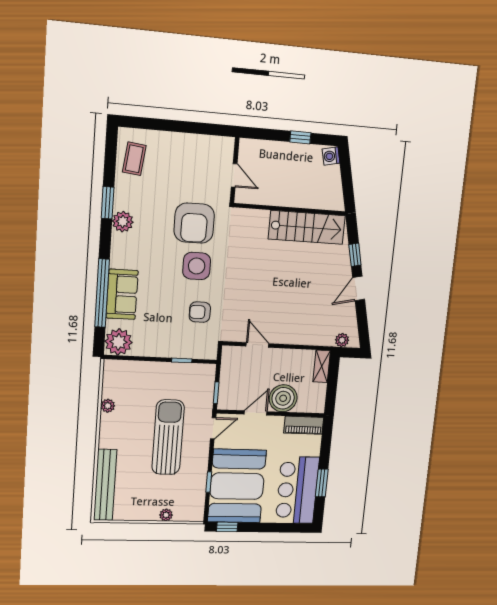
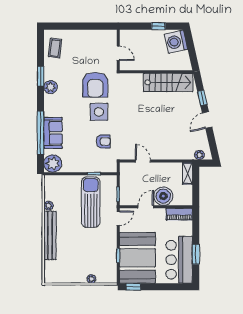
washing machine: (331, 156) -> (176, 42), width x1.89, depth x1.89
armchair: (200, 312) -> (103, 141), turned 180
sun lounger: (168, 437) -> (91, 202), moved
bench: (105, 485) -> (50, 235), moved

